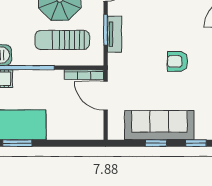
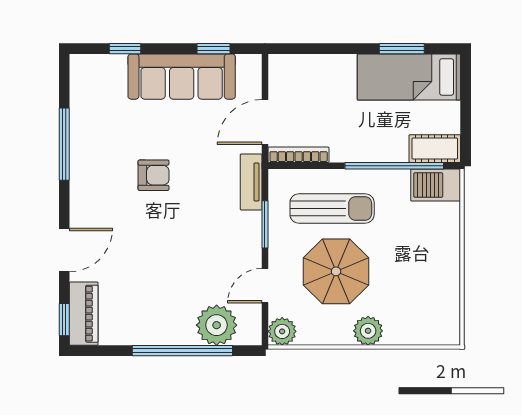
tv unit: (115, 34) -> (251, 182), moved
door: (106, 96) -> (265, 122), swing flipped
window: (156, 143) -> (213, 49), moved

